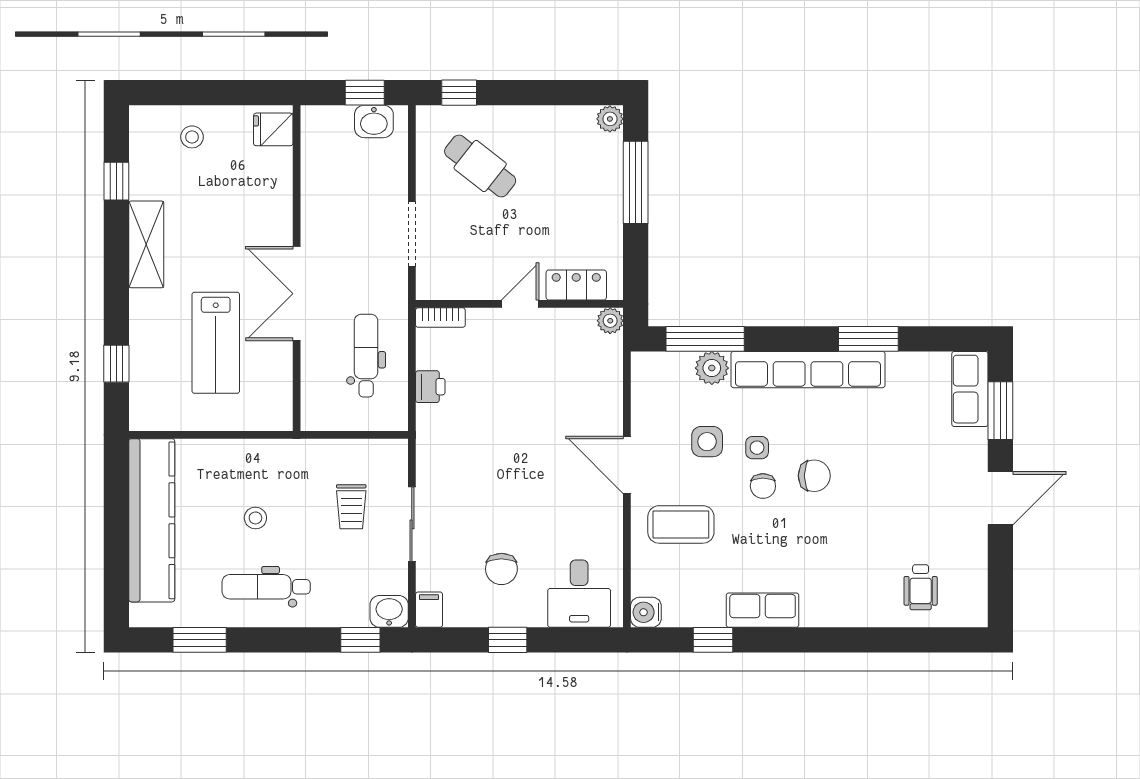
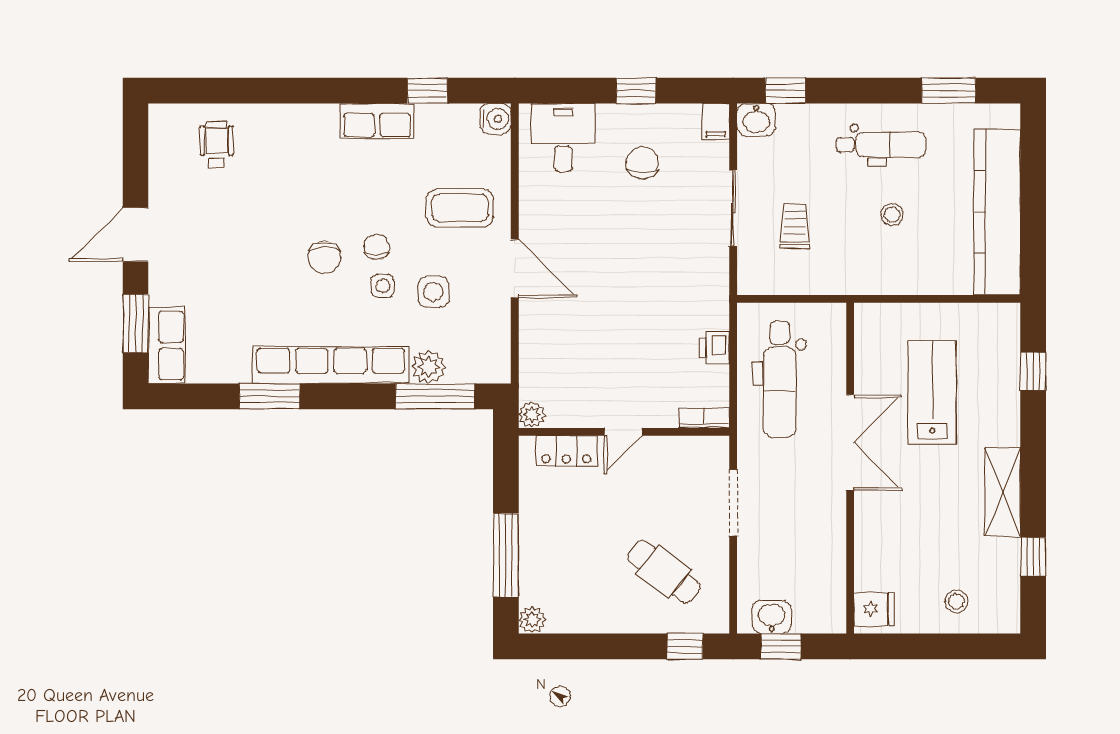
dental chair: (366, 356) -> (780, 379), width x1.36, depth x1.38
chair: (814, 476) -> (325, 257), turned -90

